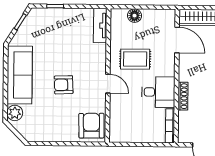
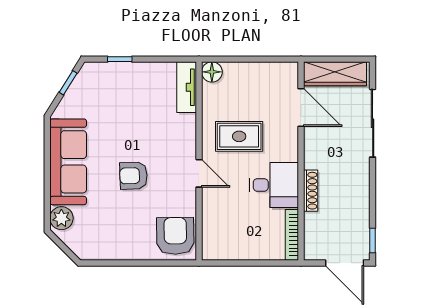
floor lamp: (135, 16) -> (212, 72), moved

